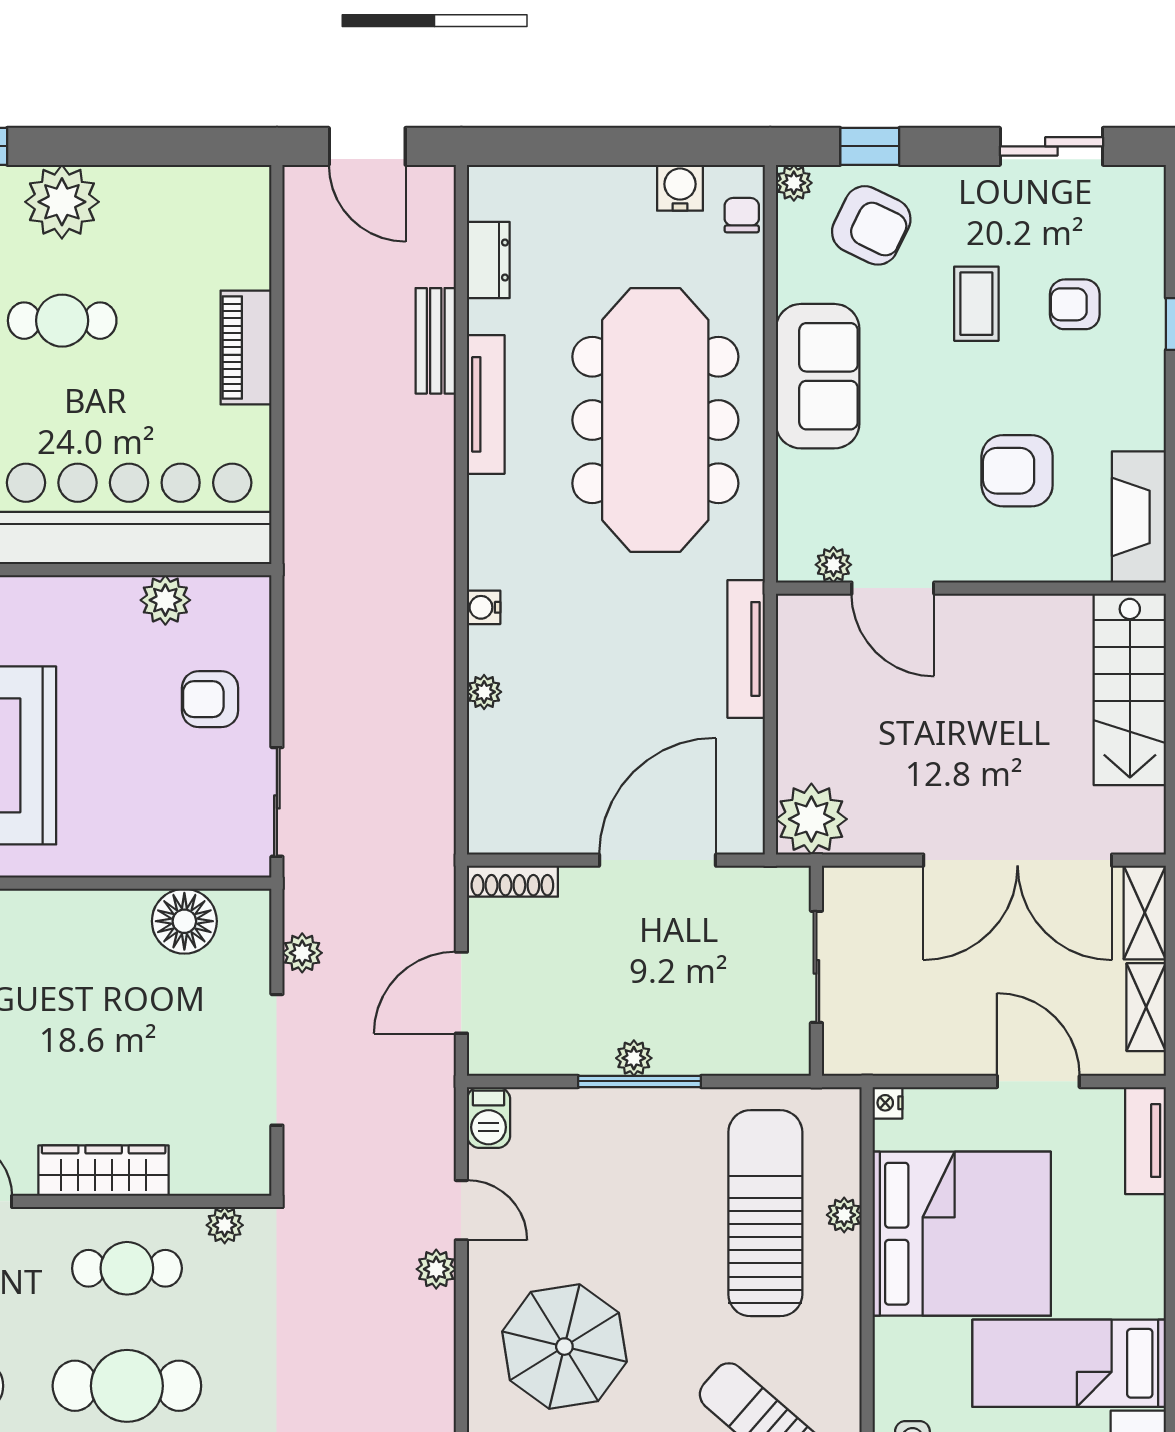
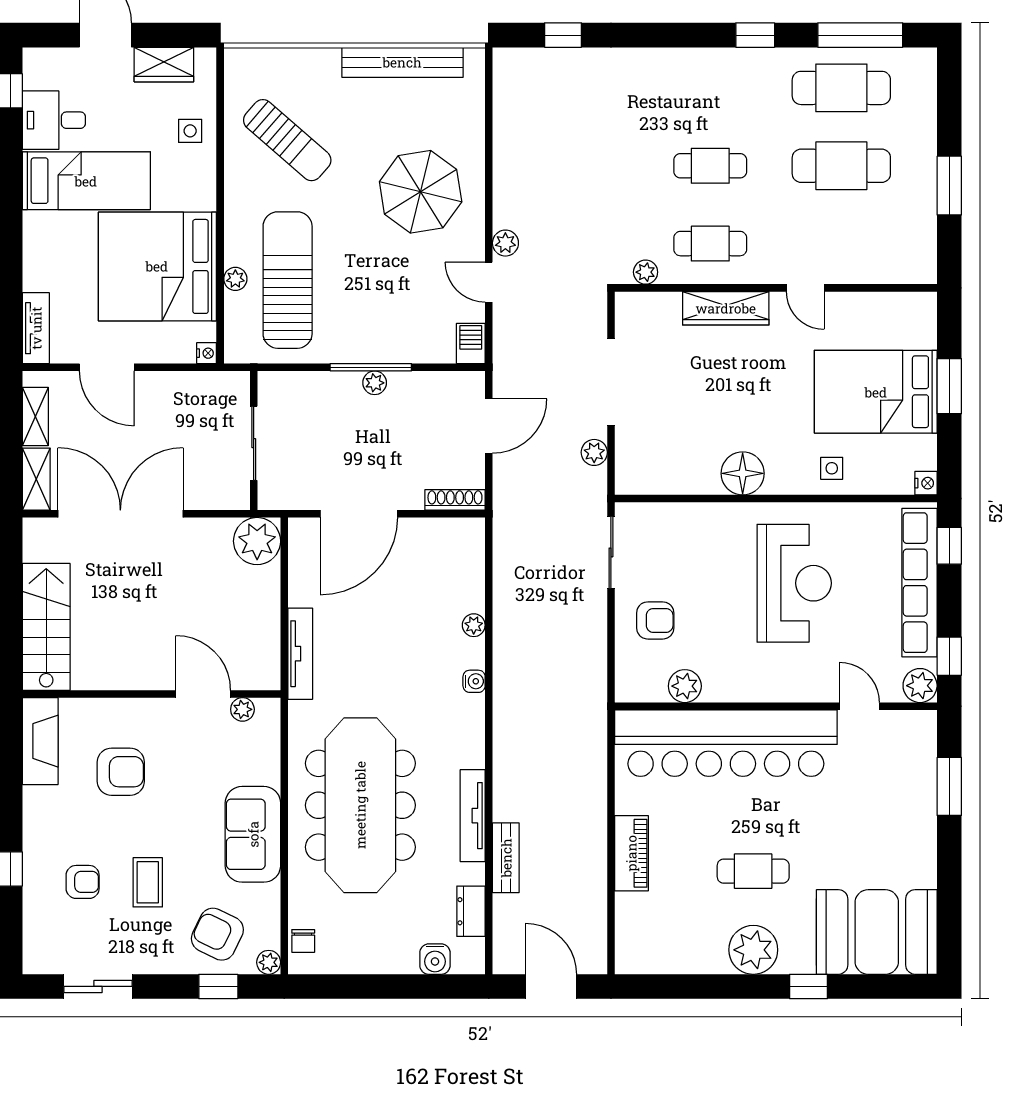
water cooler: (680, 188) -> (435, 959), moved
floor lamp: (184, 921) -> (743, 473), moved
sun lounger: (765, 1213) -> (288, 280), turned 180
cafe table: (127, 1386) -> (710, 166), width x0.73, depth x0.74

